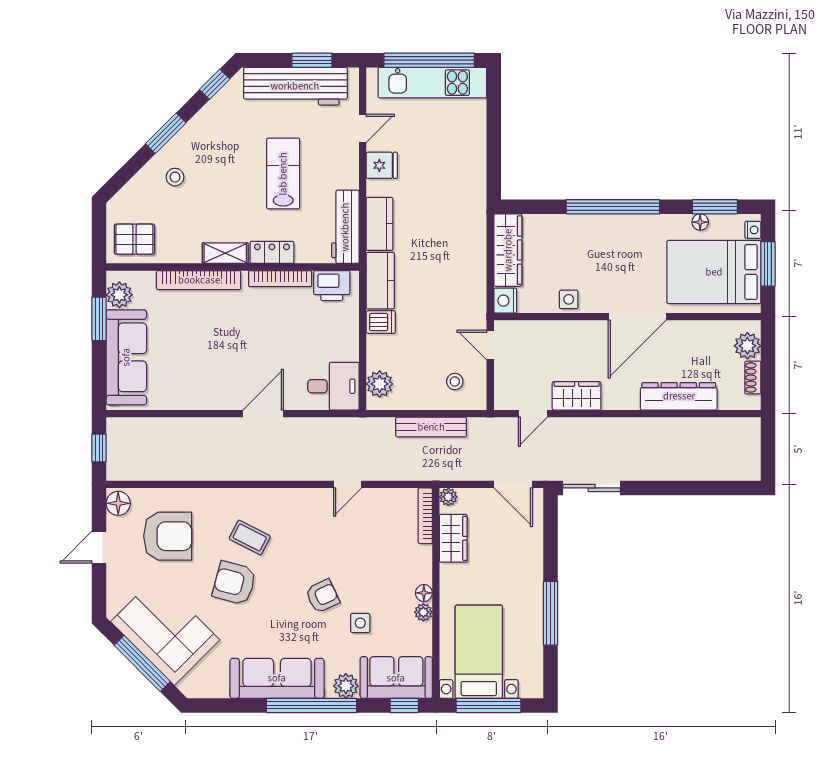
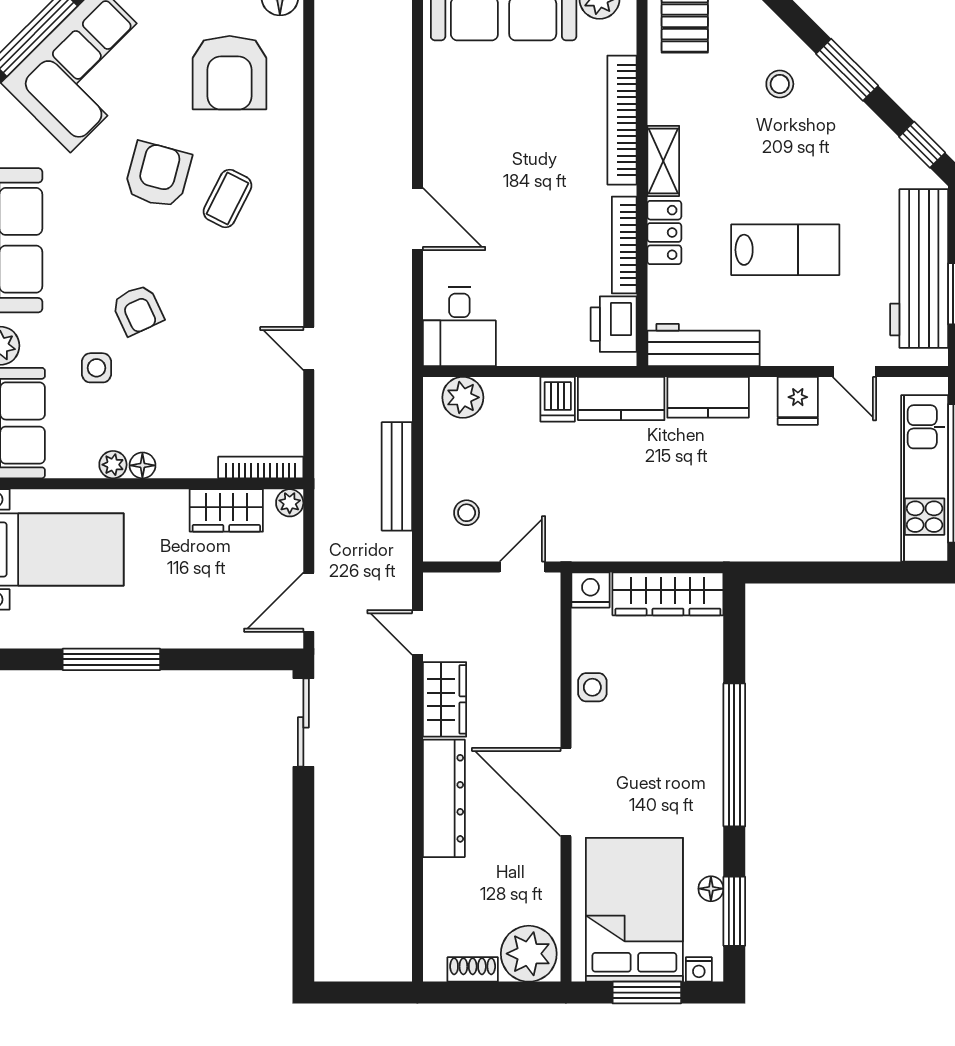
plant: (747, 346) -> (529, 954), width x1.36, depth x1.36
dresser: (679, 396) -> (444, 798), moved

